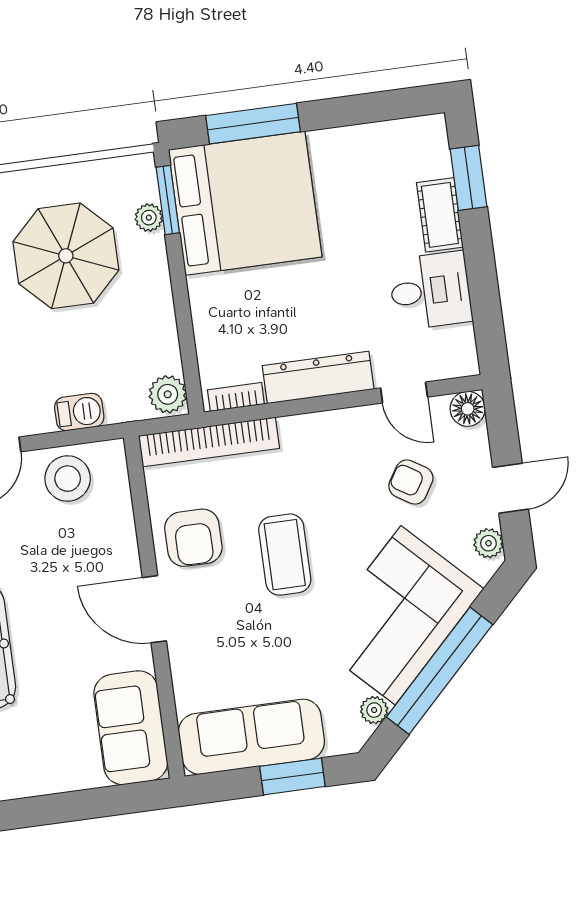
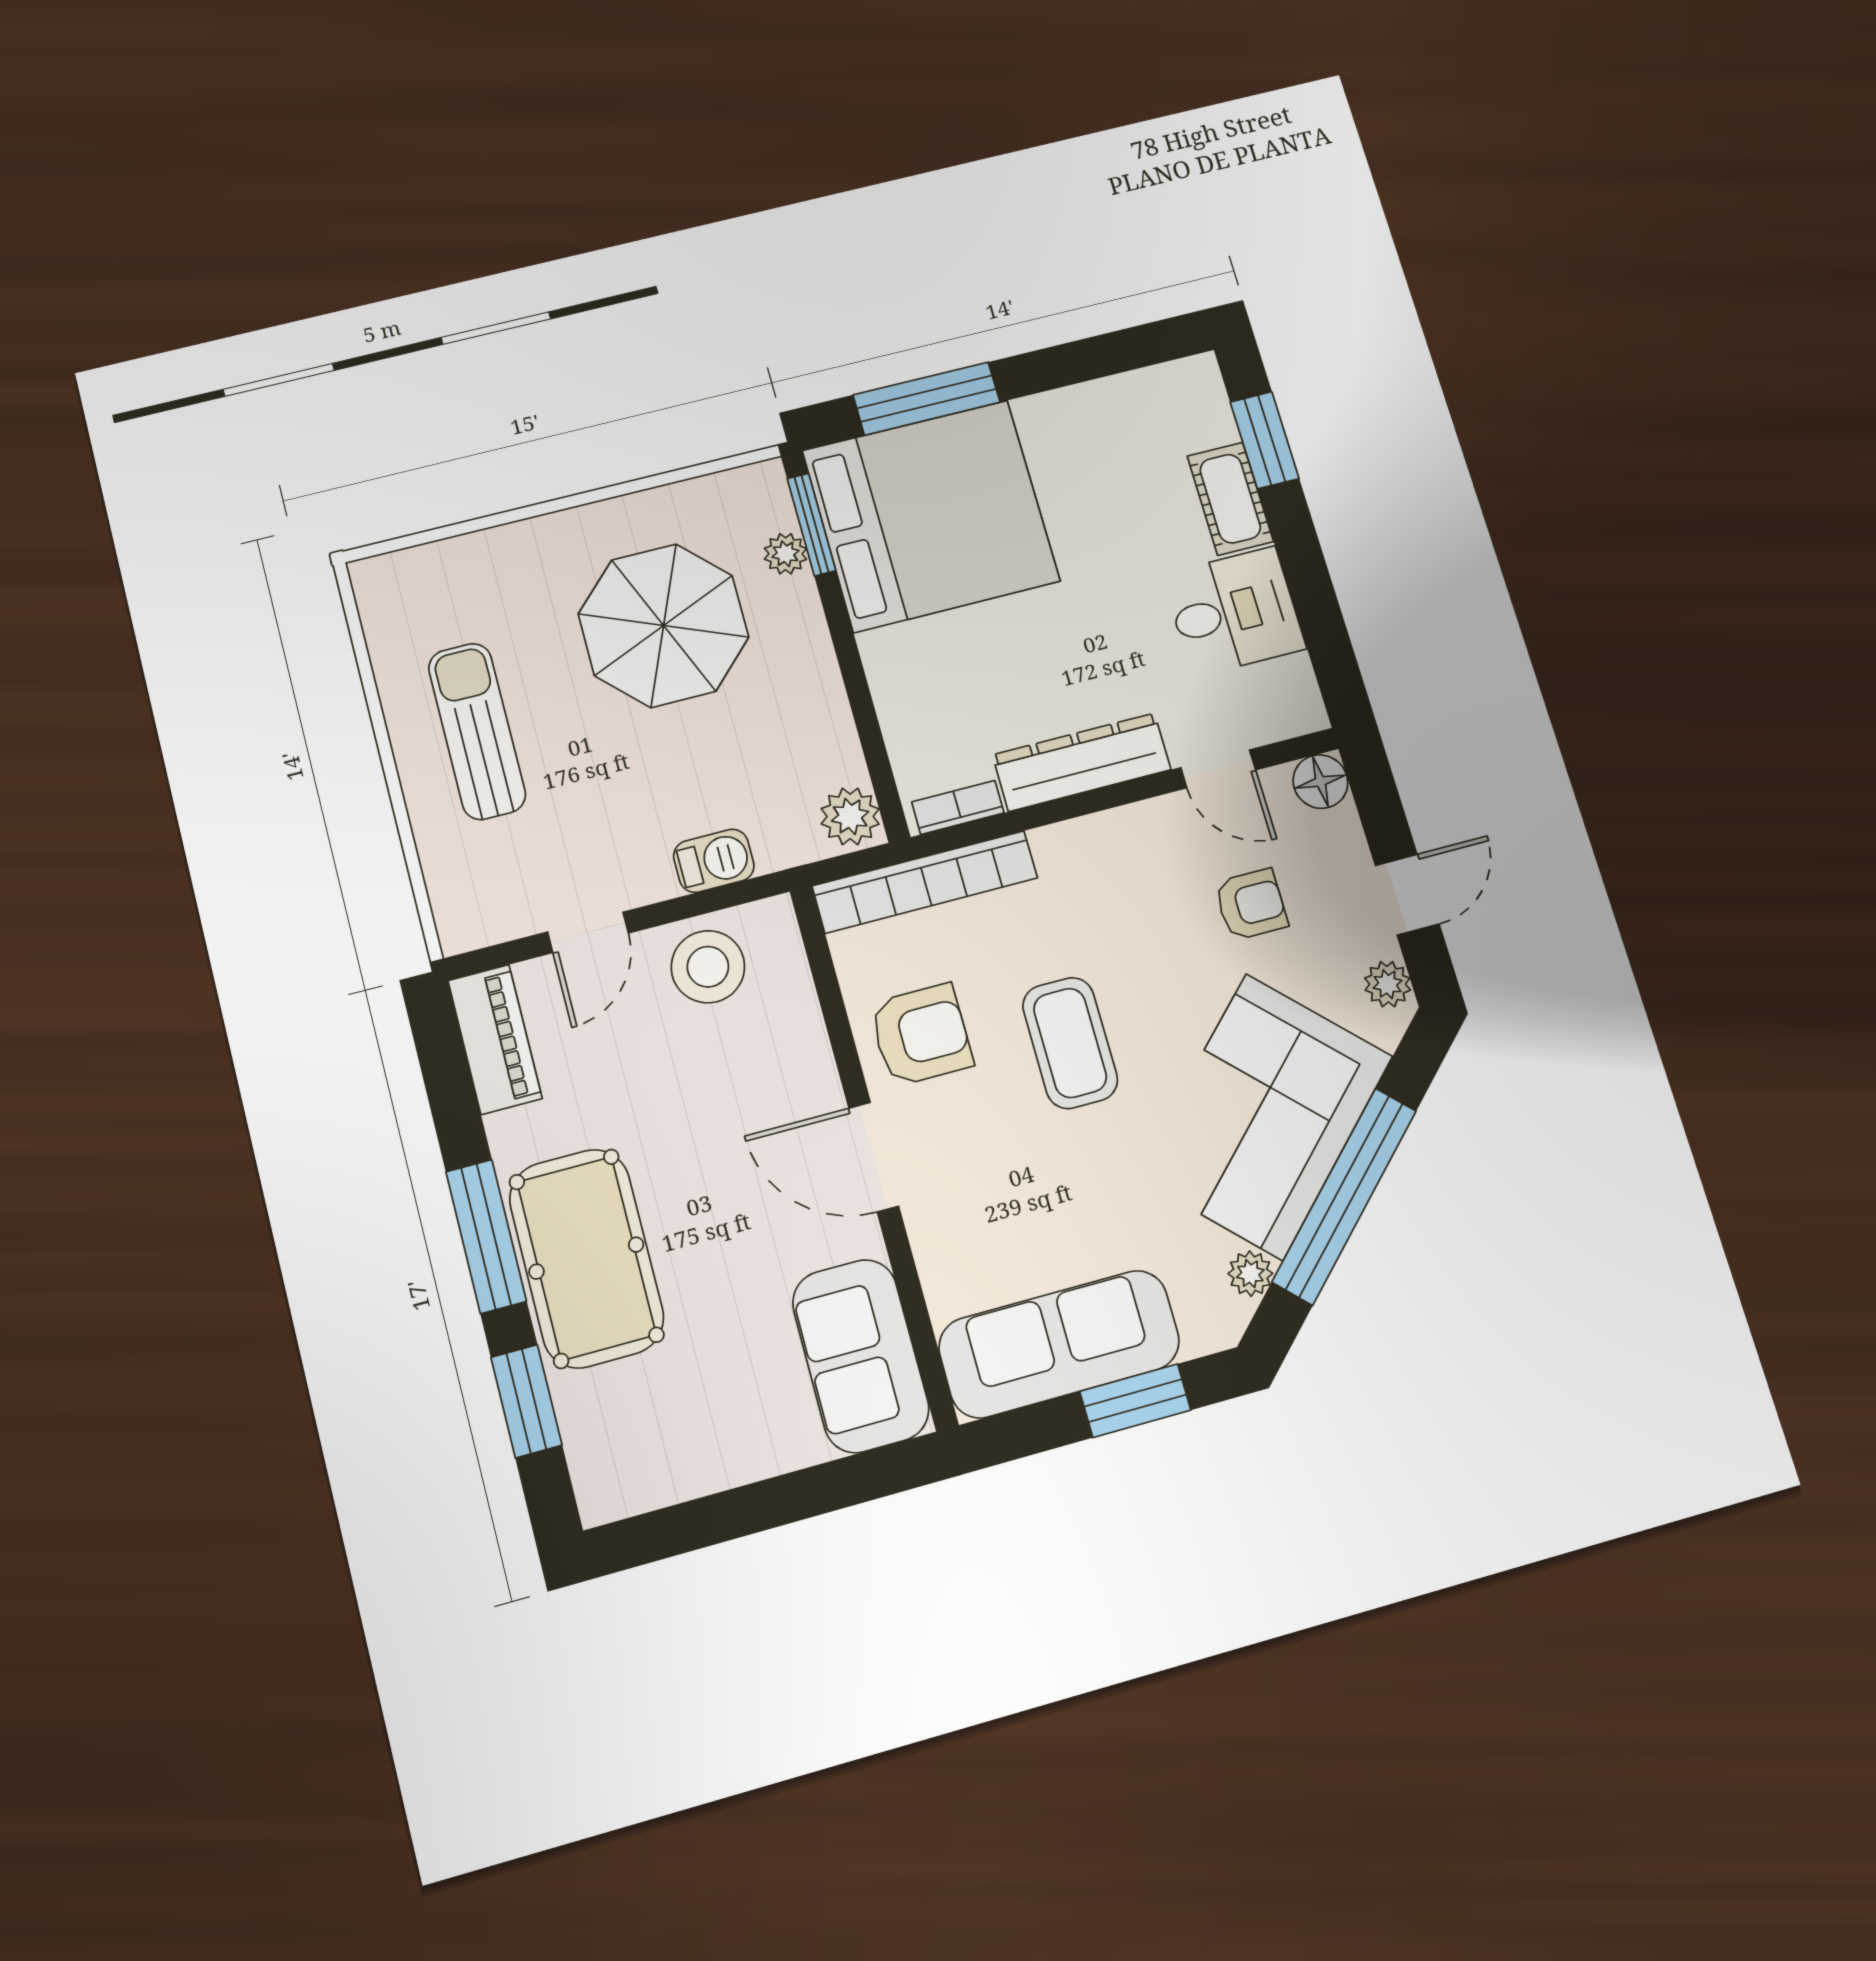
armchair: (411, 482) -> (1251, 904), turned 148
armchair: (193, 538) -> (921, 1035), turned -90

